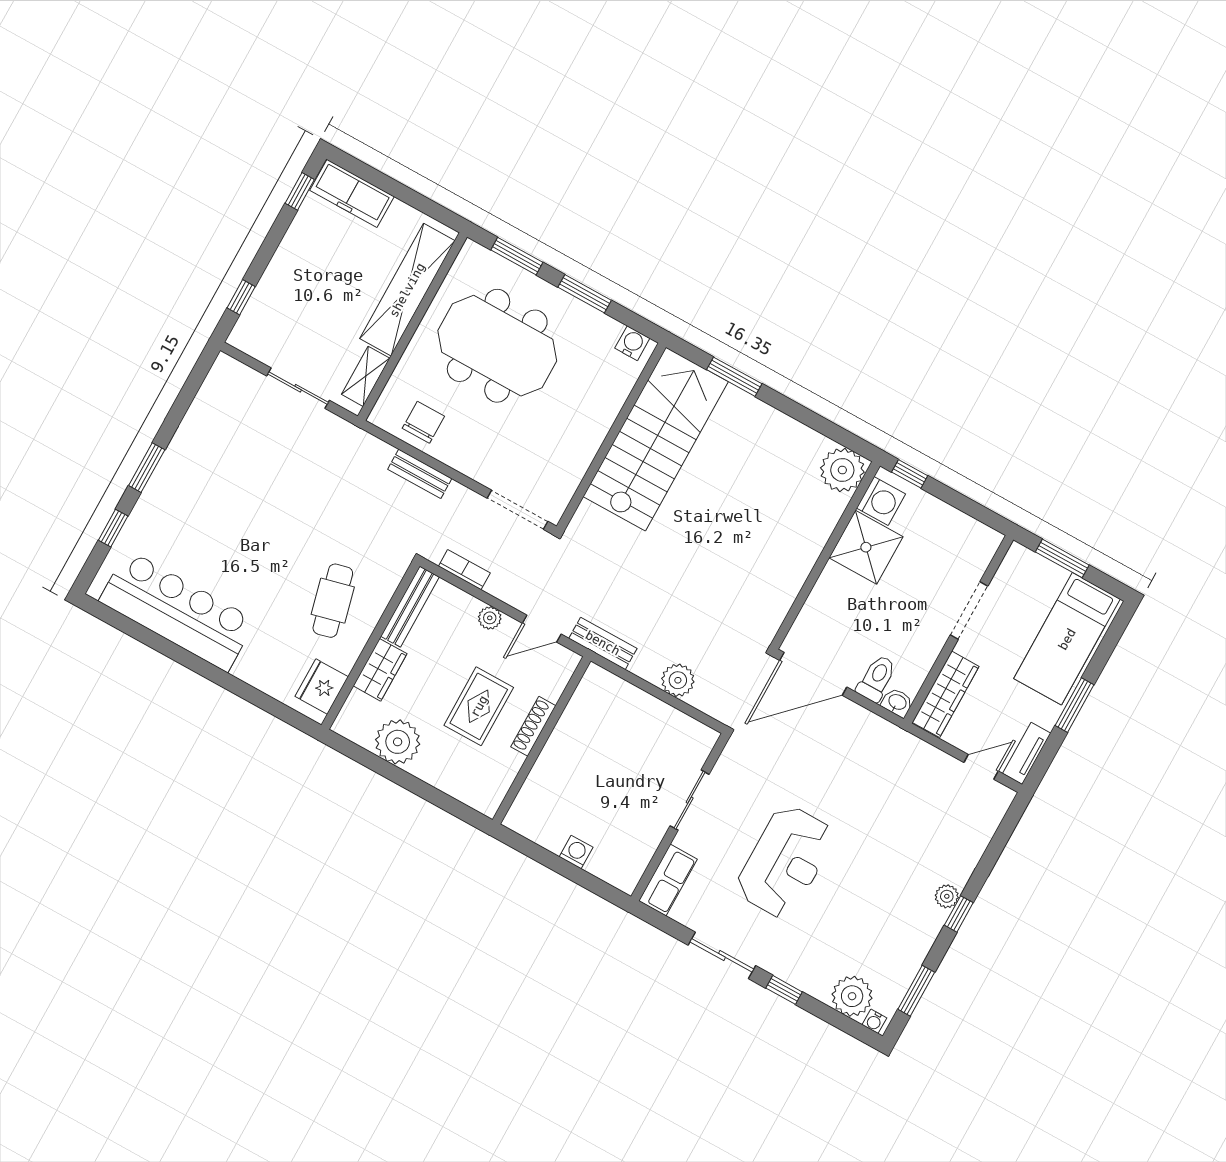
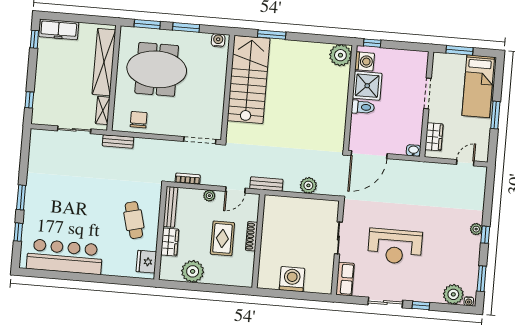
bench: (420, 474) -> (118, 142), moved
toilet: (877, 678) -> (363, 107), moved, turned 90
wardrobe: (946, 694) -> (434, 137), width x0.67
tv unit: (1027, 753) -> (483, 147), removed
washing machine: (576, 852) -> (292, 279), width x1.89, depth x1.89
reception desk: (785, 862) -> (395, 246), turned 90

